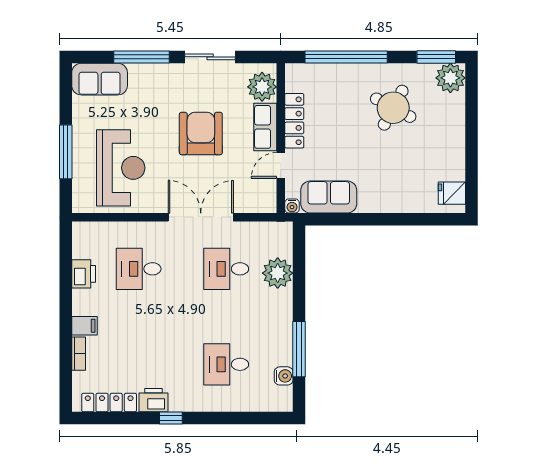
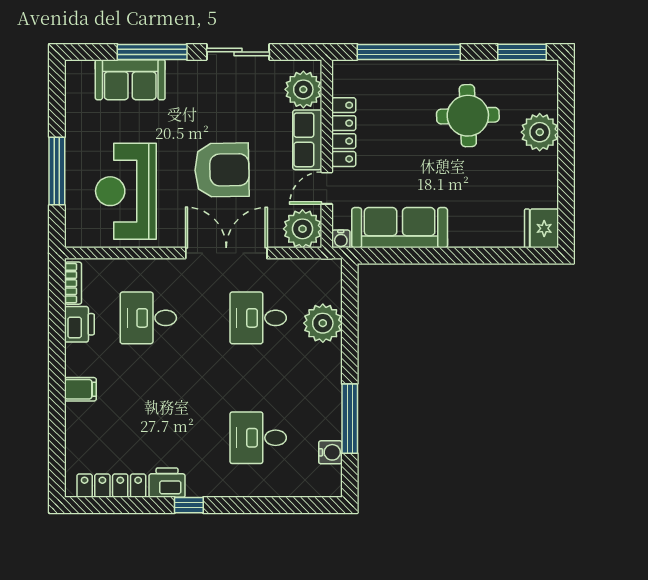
plant: (450, 78) -> (540, 132), moved
sofa: (100, 79) -> (130, 80), moved
round table: (393, 108) -> (468, 116), turned -30
armchair: (201, 133) -> (222, 170), moved, turned 89
reception desk: (121, 168) -> (126, 191), turned 180
fridge: (452, 193) -> (542, 228), width x1.38
sofa: (329, 197) -> (400, 228), width x1.36
plant: (261, 198) -> (302, 229), added
bookcase: (79, 354) -> (73, 283), moved

